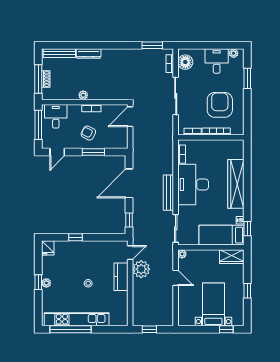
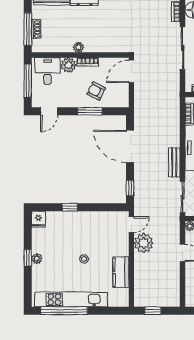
plant: (74, 111) -> (68, 65), added
armchair: (88, 133) -> (96, 91), moved
door: (129, 183) -> (130, 146), hinge flipped
bench: (168, 193) -> (174, 162), width x0.73
kitchen counter: (121, 277) -> (121, 272), moved

